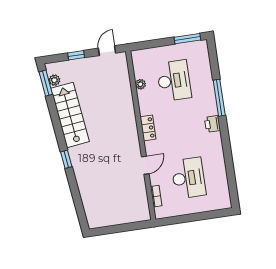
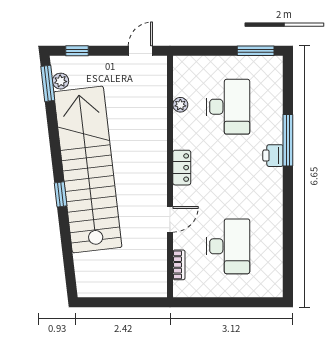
window: (76, 55) -> (77, 51), moved
stairs: (70, 115) -> (88, 169), width x1.86, depth x1.51
printer: (212, 124) -> (273, 156), moved

